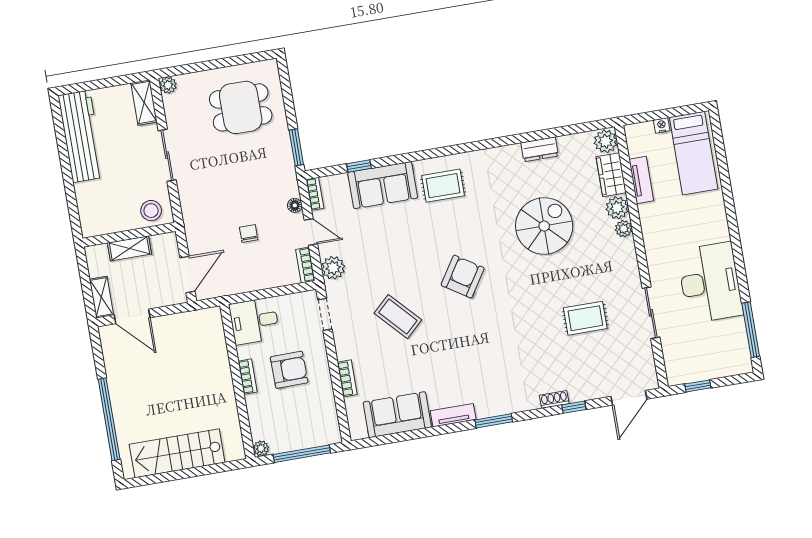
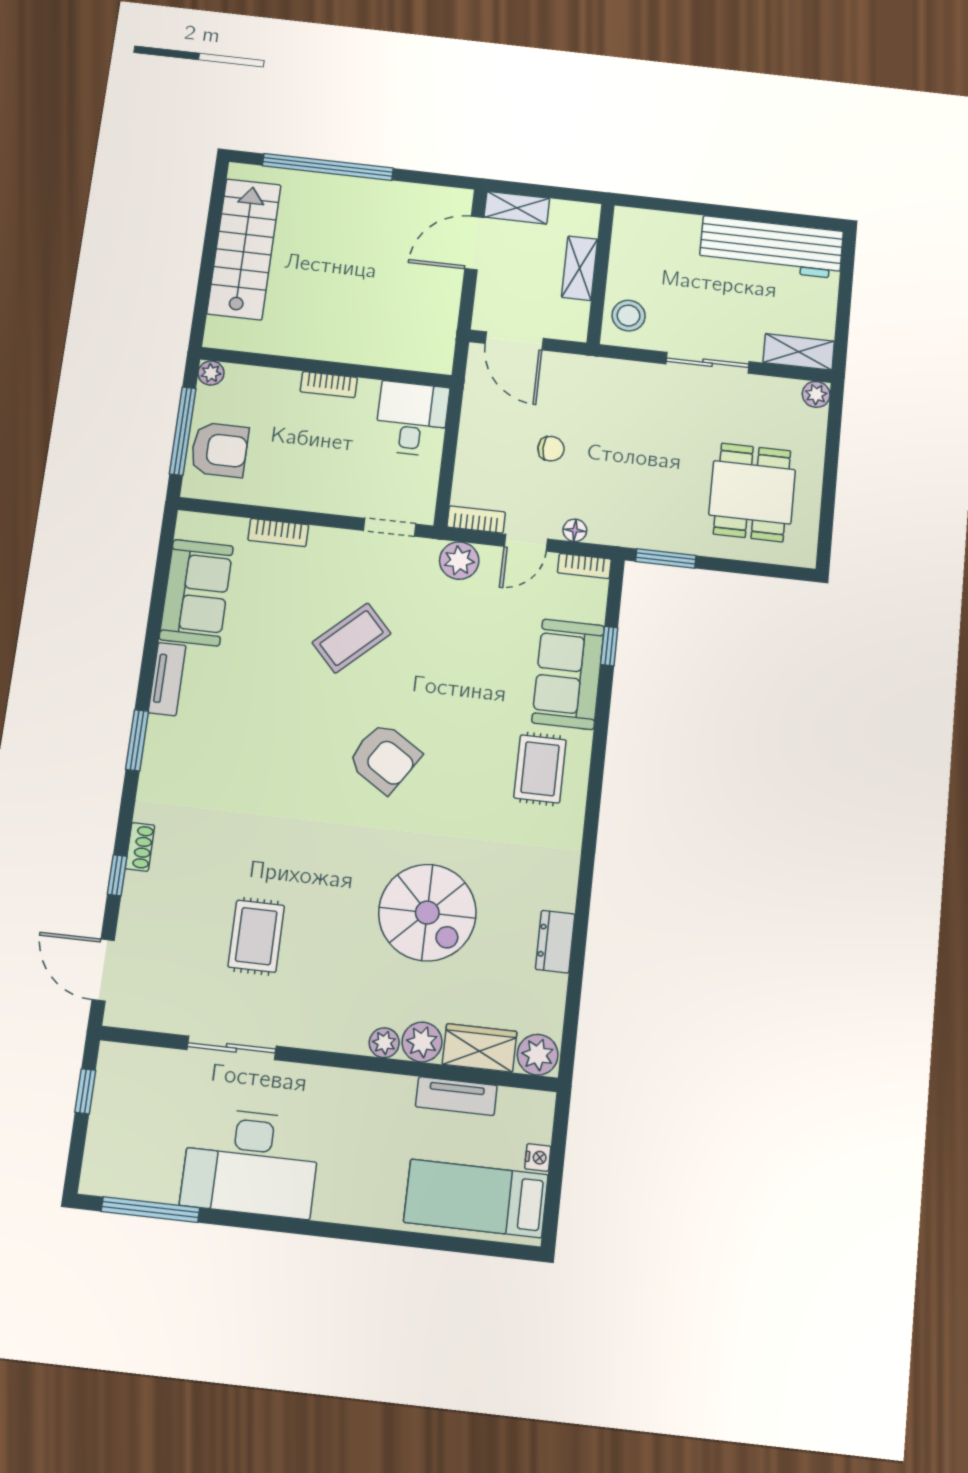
armchair: (289, 370) -> (219, 450), moved, turned -89

